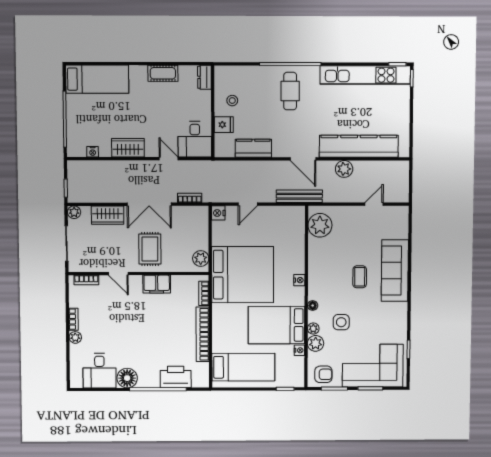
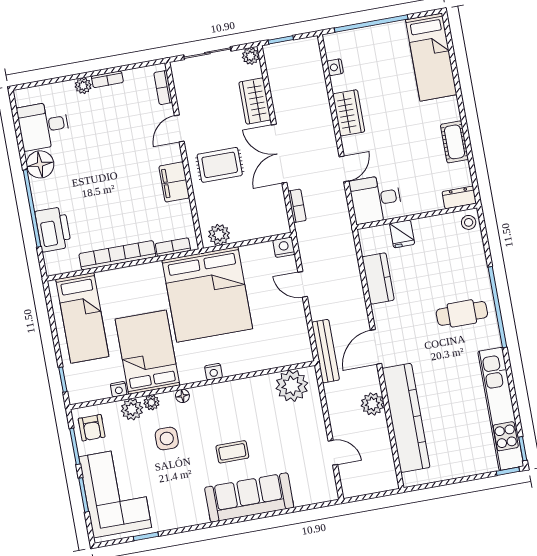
stool: (232, 101) -> (469, 222), moved

